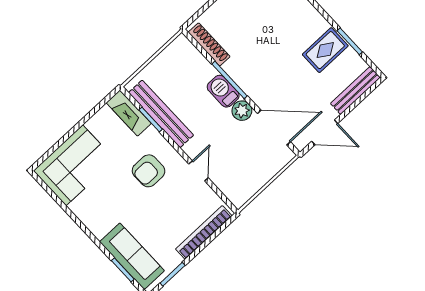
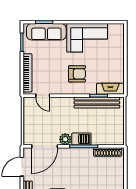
corner sofa: (74, 165) -> (87, 38), moved, turned -90
armchair: (149, 171) -> (77, 74), turned 90
door: (198, 171) -> (43, 96), moved

